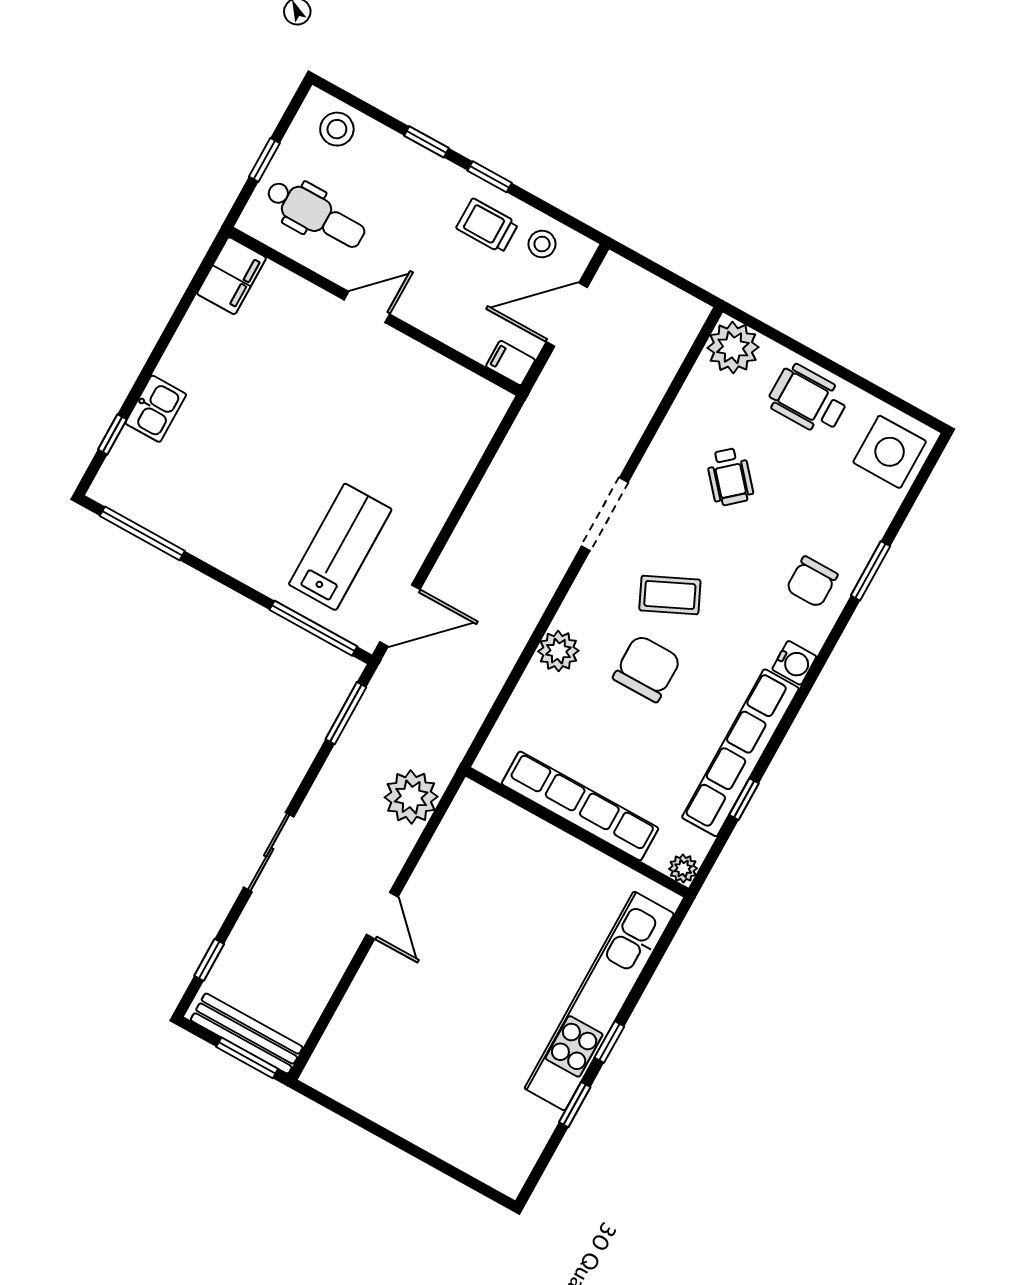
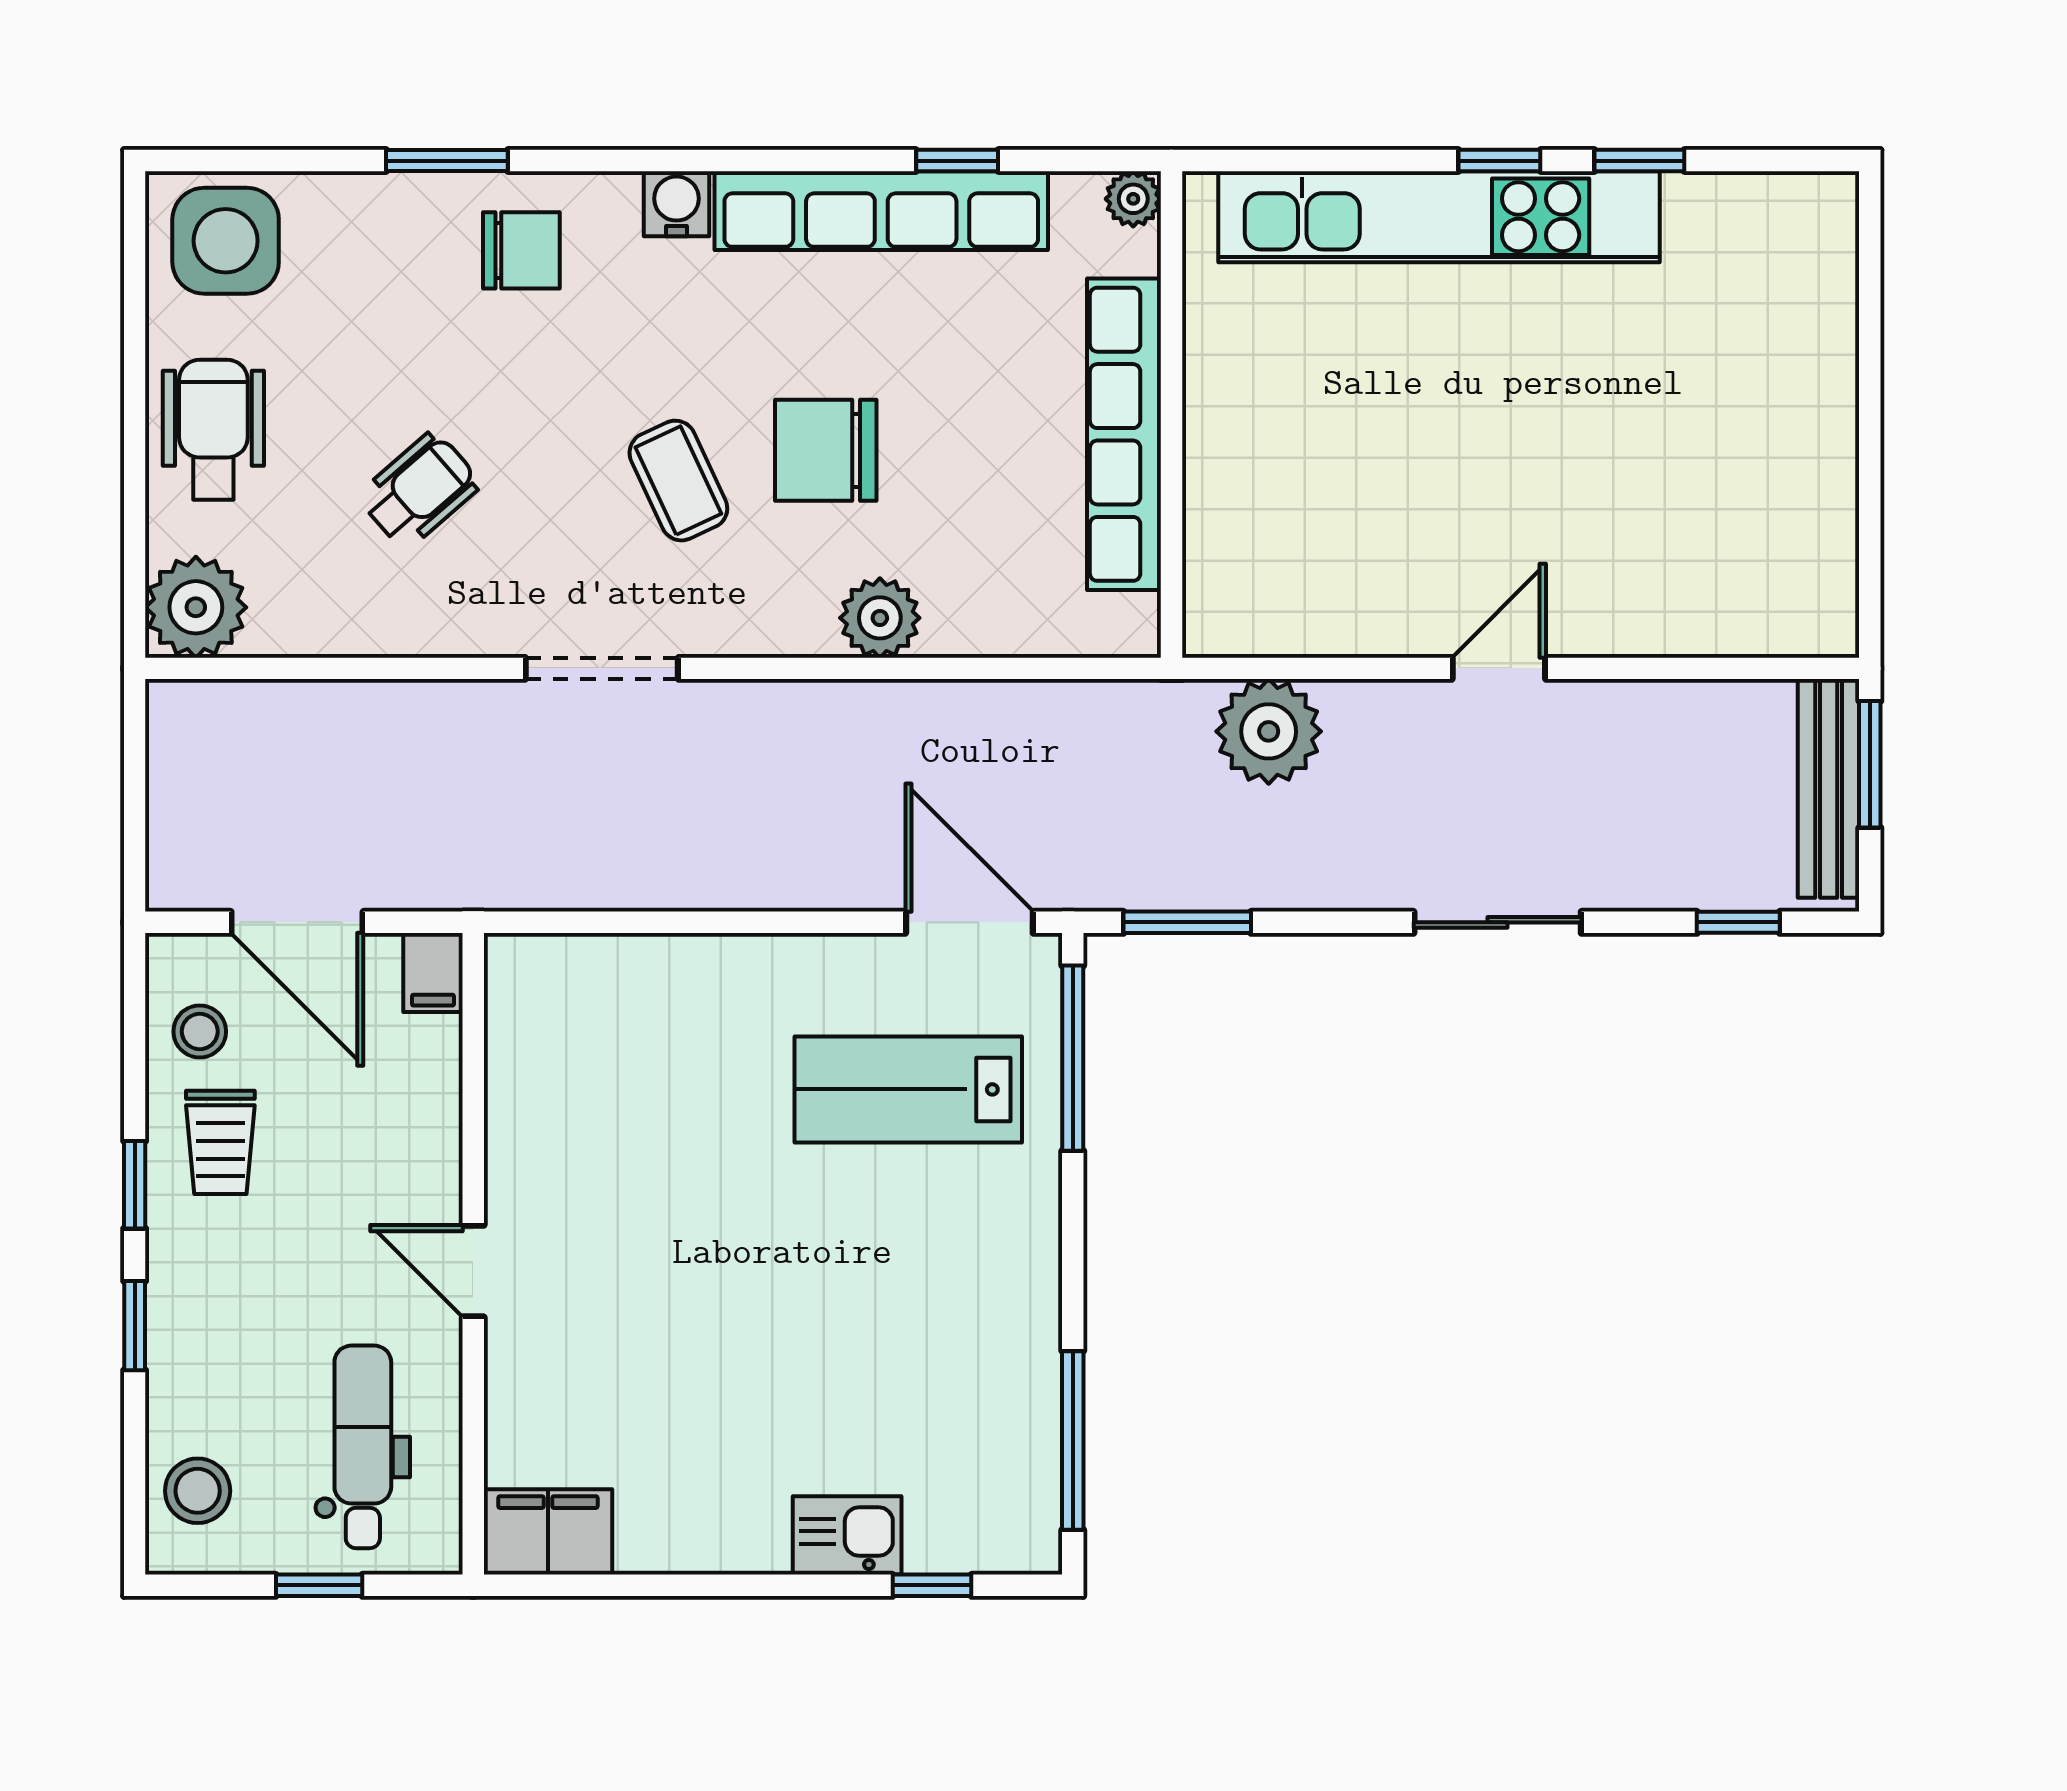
wheelchair: (808, 399) -> (213, 430), turned 180

